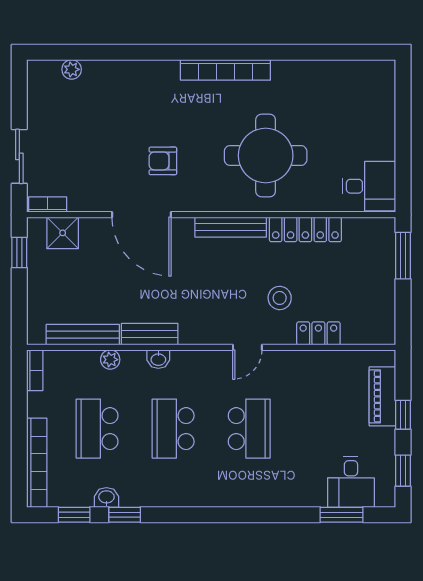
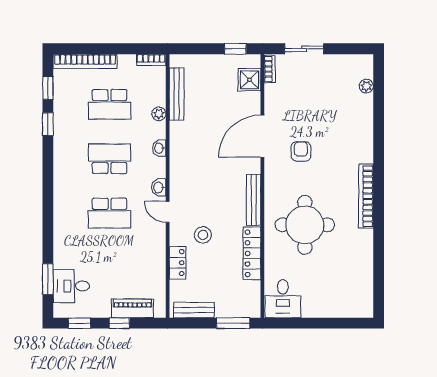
bench: (150, 334) -> (194, 310), moved, turned 90
school desk: (97, 429) -> (109, 104), turned 180
washbasin: (106, 497) -> (159, 187), moved, turned 180

